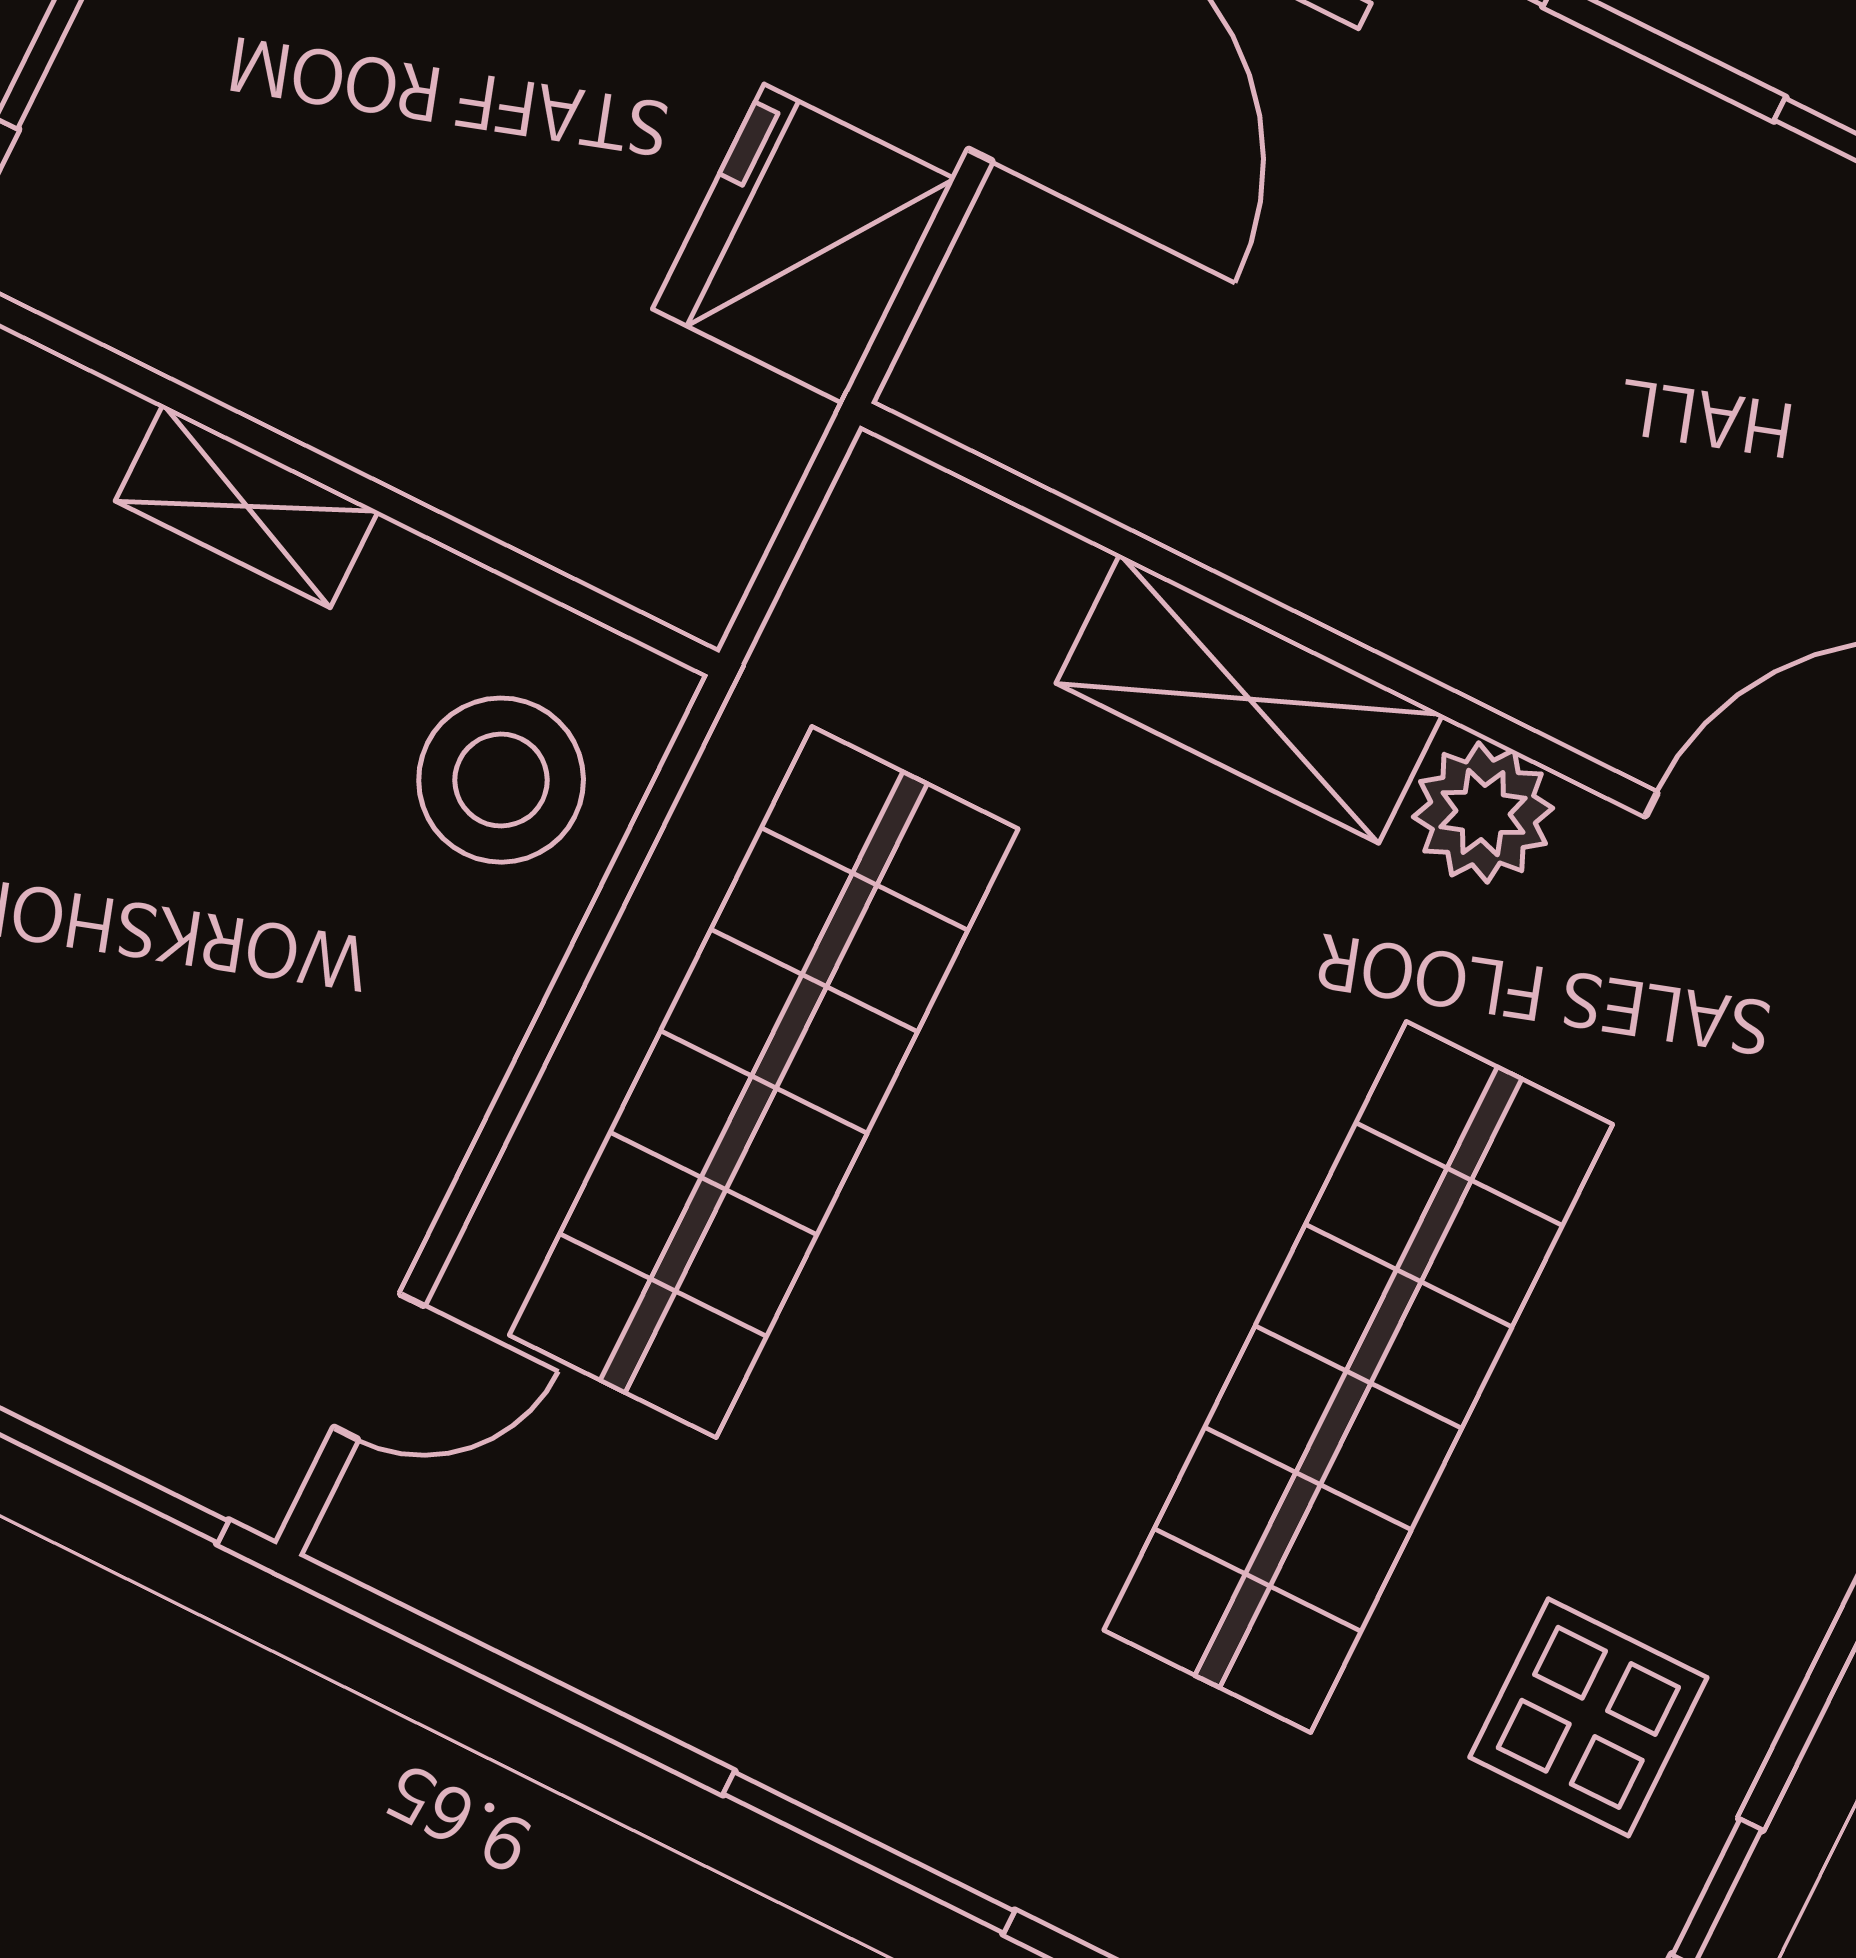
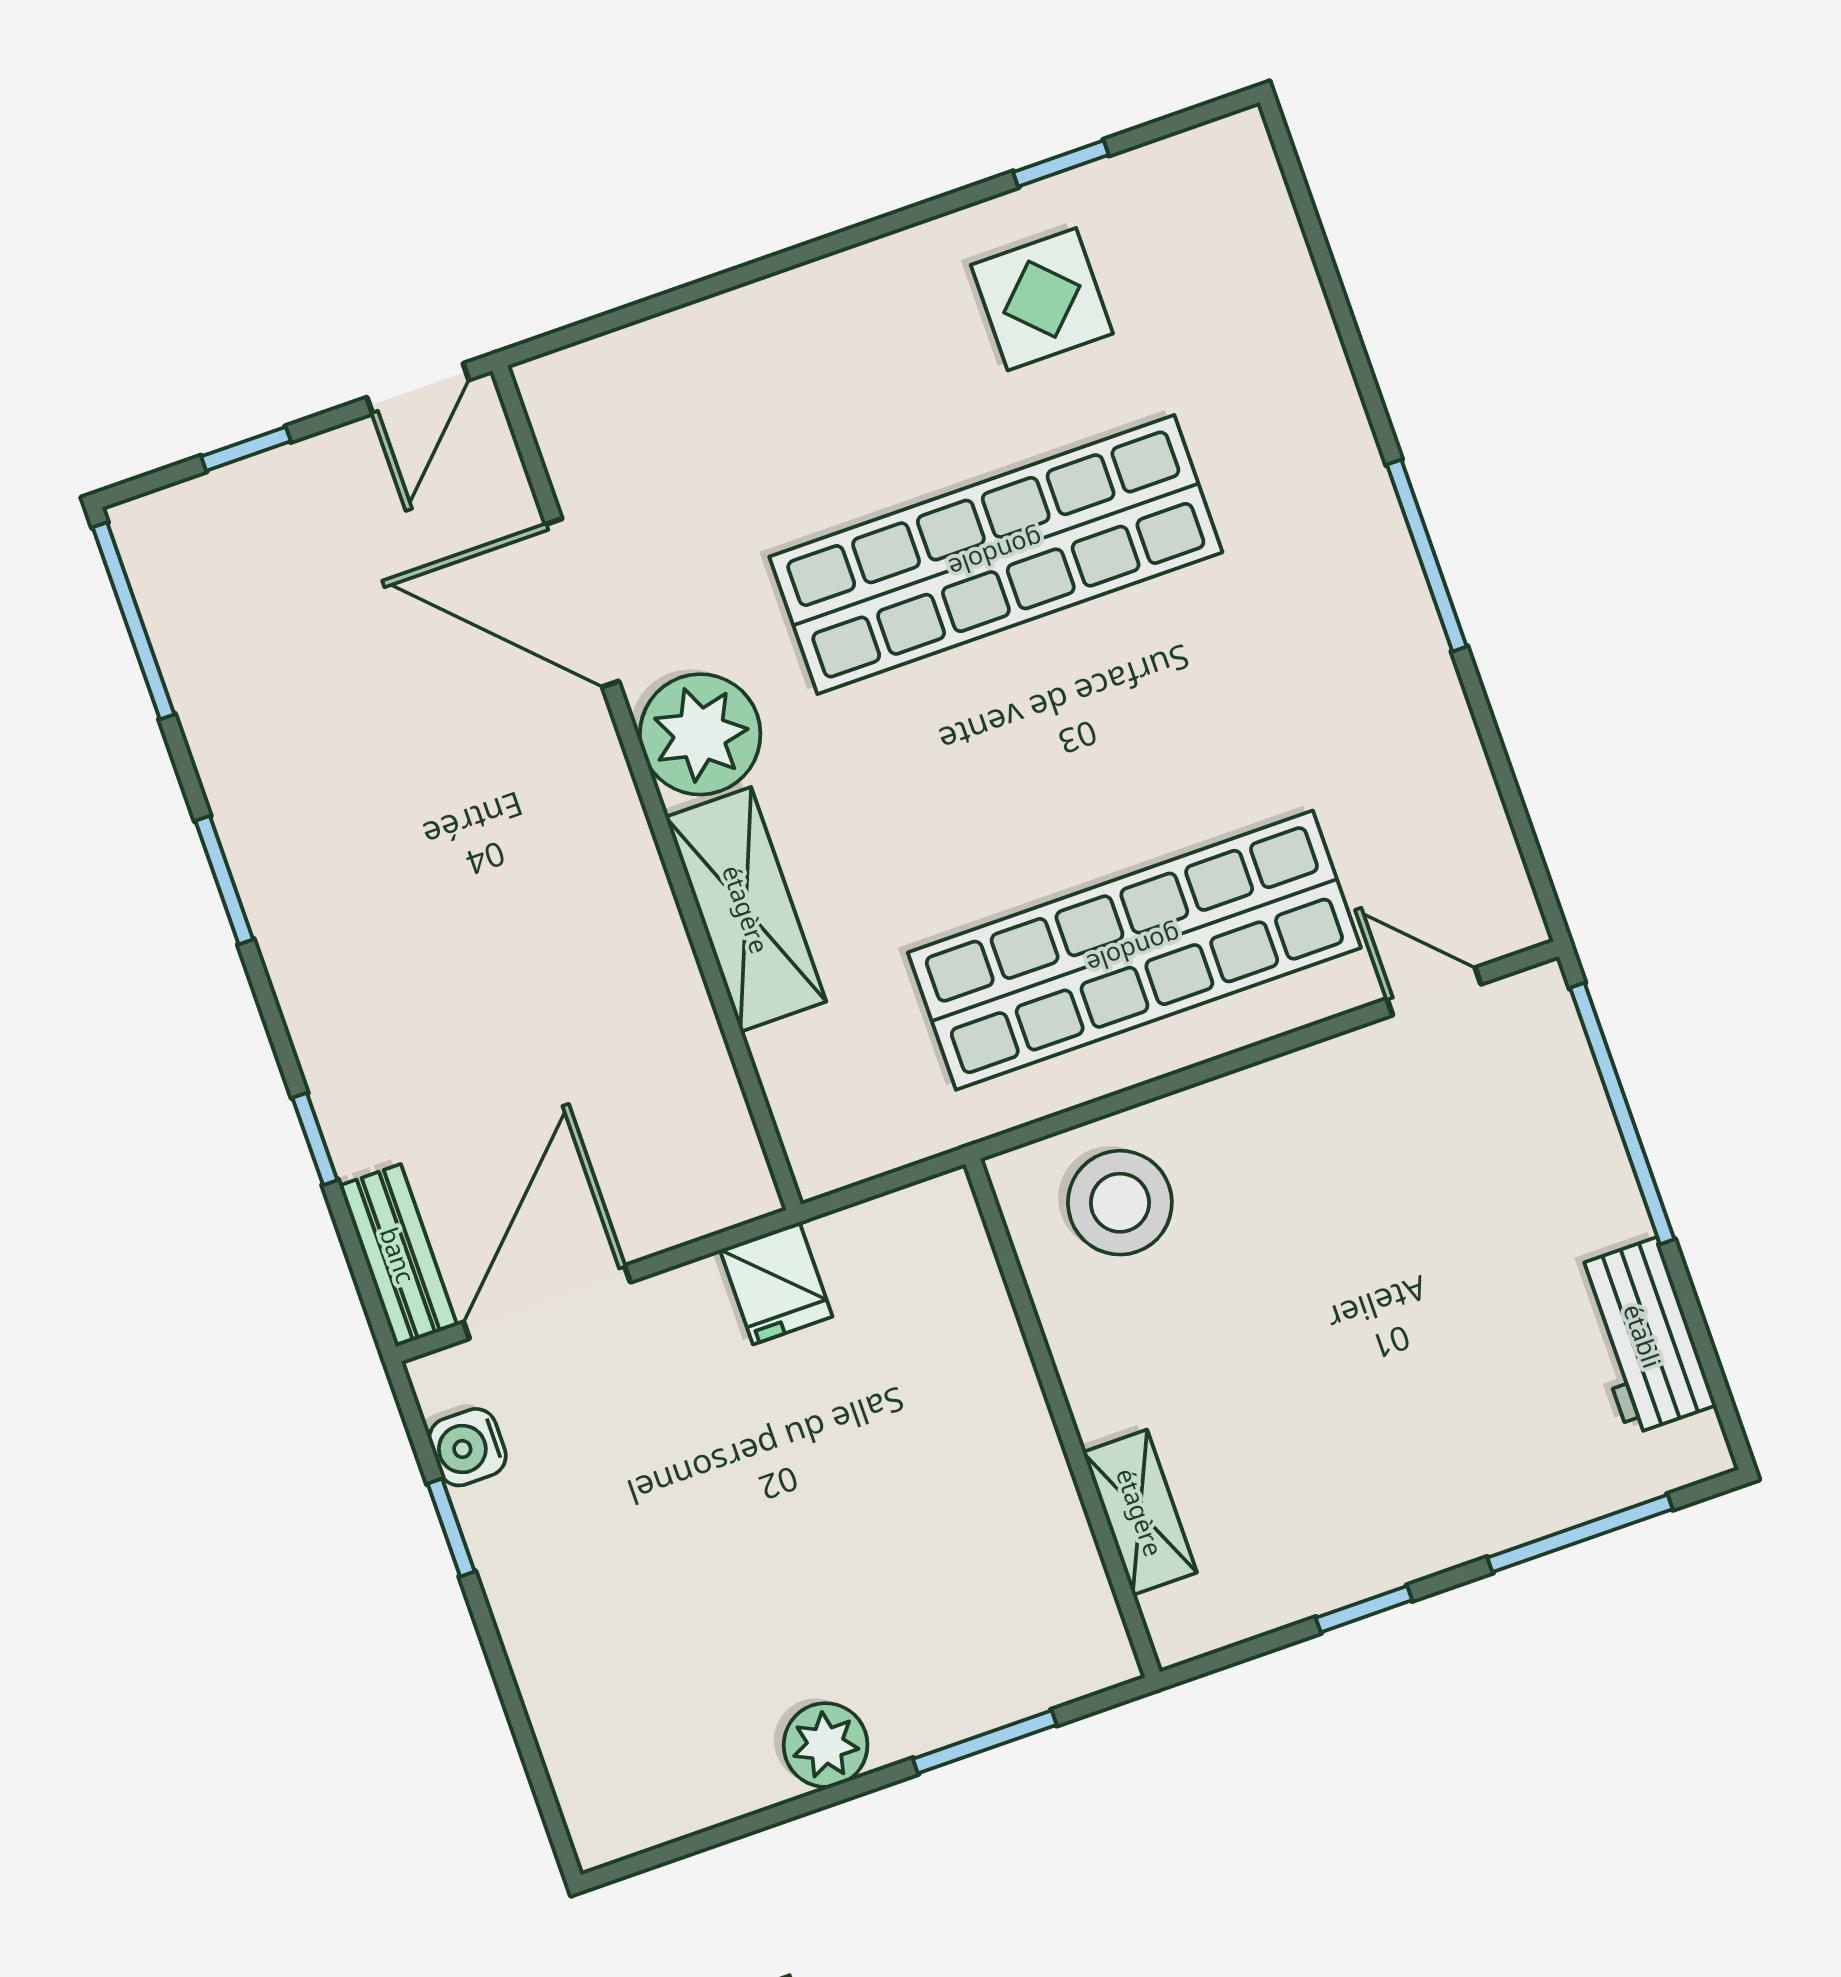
fridge: (804, 244) -> (776, 1283), width x0.53, depth x0.75
shelving: (247, 506) -> (1140, 1512), moved
plant: (1483, 812) -> (700, 734), width x1.36, depth x1.36

